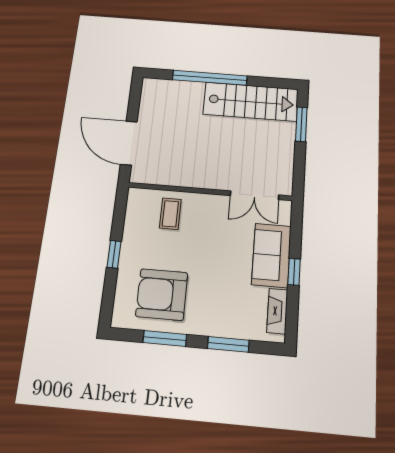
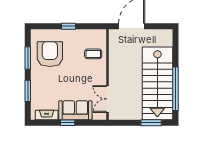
window: (210, 78) -> (176, 89), moved
stairs: (251, 102) -> (157, 83), width x1.36, depth x1.51

